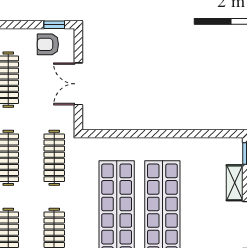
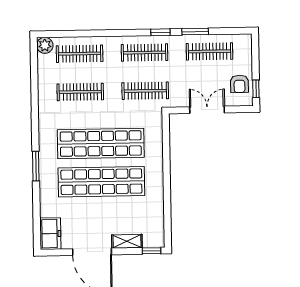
armchair: (48, 44) -> (239, 84), turned 180

